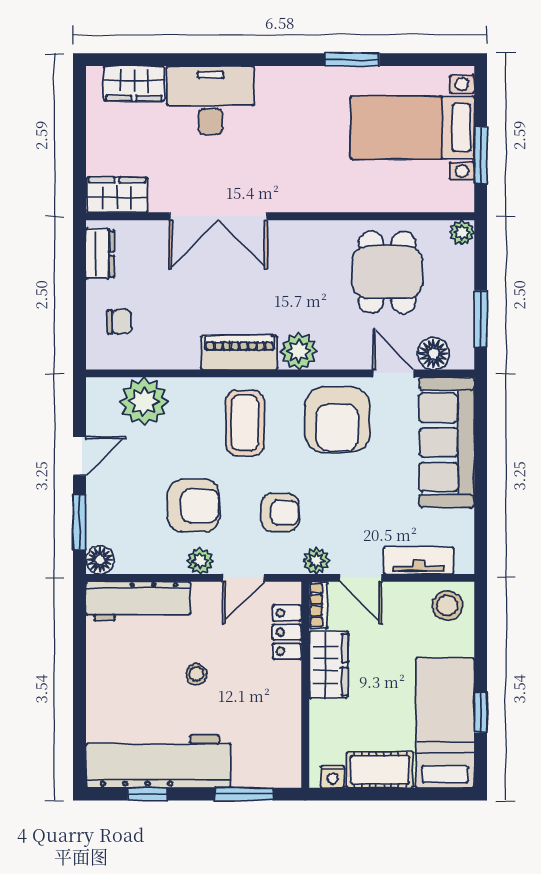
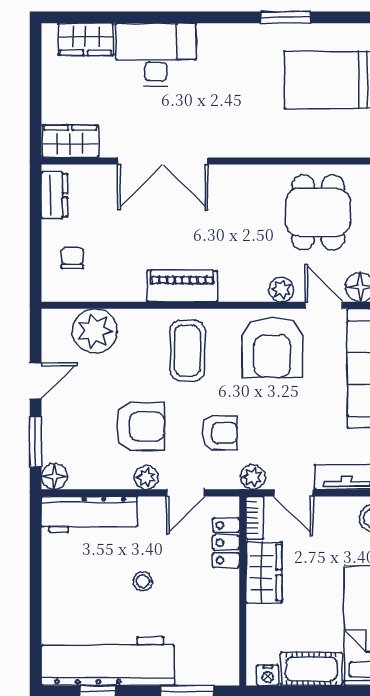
chair: (119, 322) -> (72, 258), turned -90
plant: (299, 351) -> (281, 289), moved, width x0.73, depth x0.73

